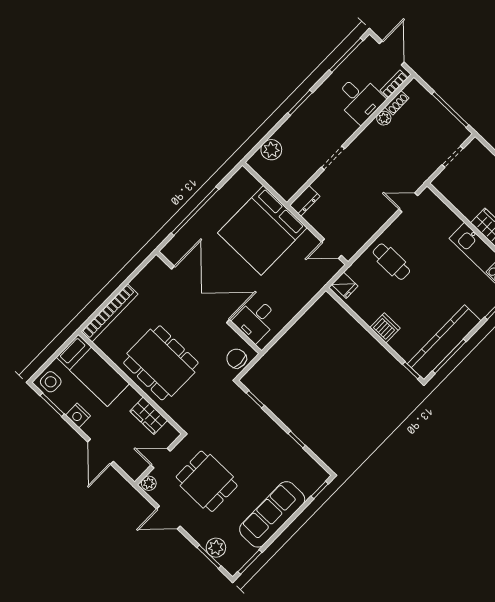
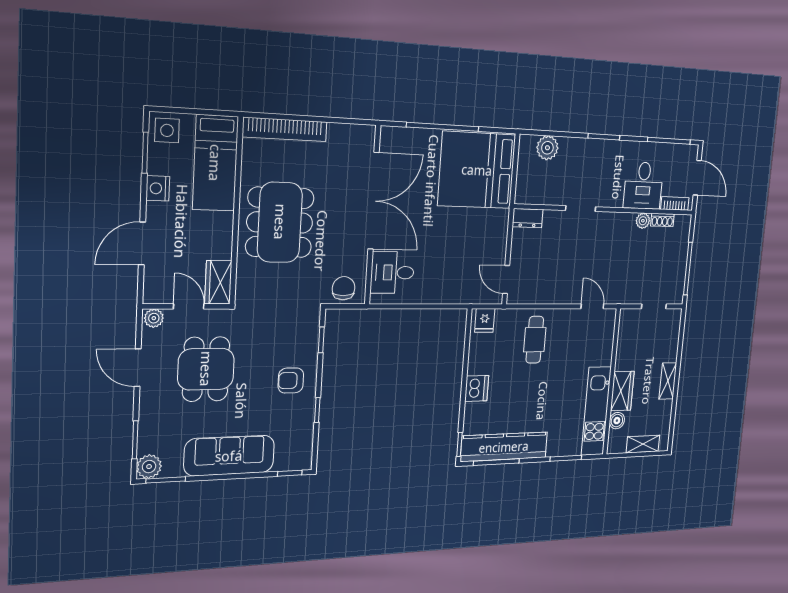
door: (392, 53) -> (697, 178), hinge flipped
bed: (262, 230) -> (477, 170), moved
wardrobe: (149, 416) -> (218, 282), moved
armchair: (262, 439) -> (291, 380), added
plant: (216, 548) -> (149, 467), moved

